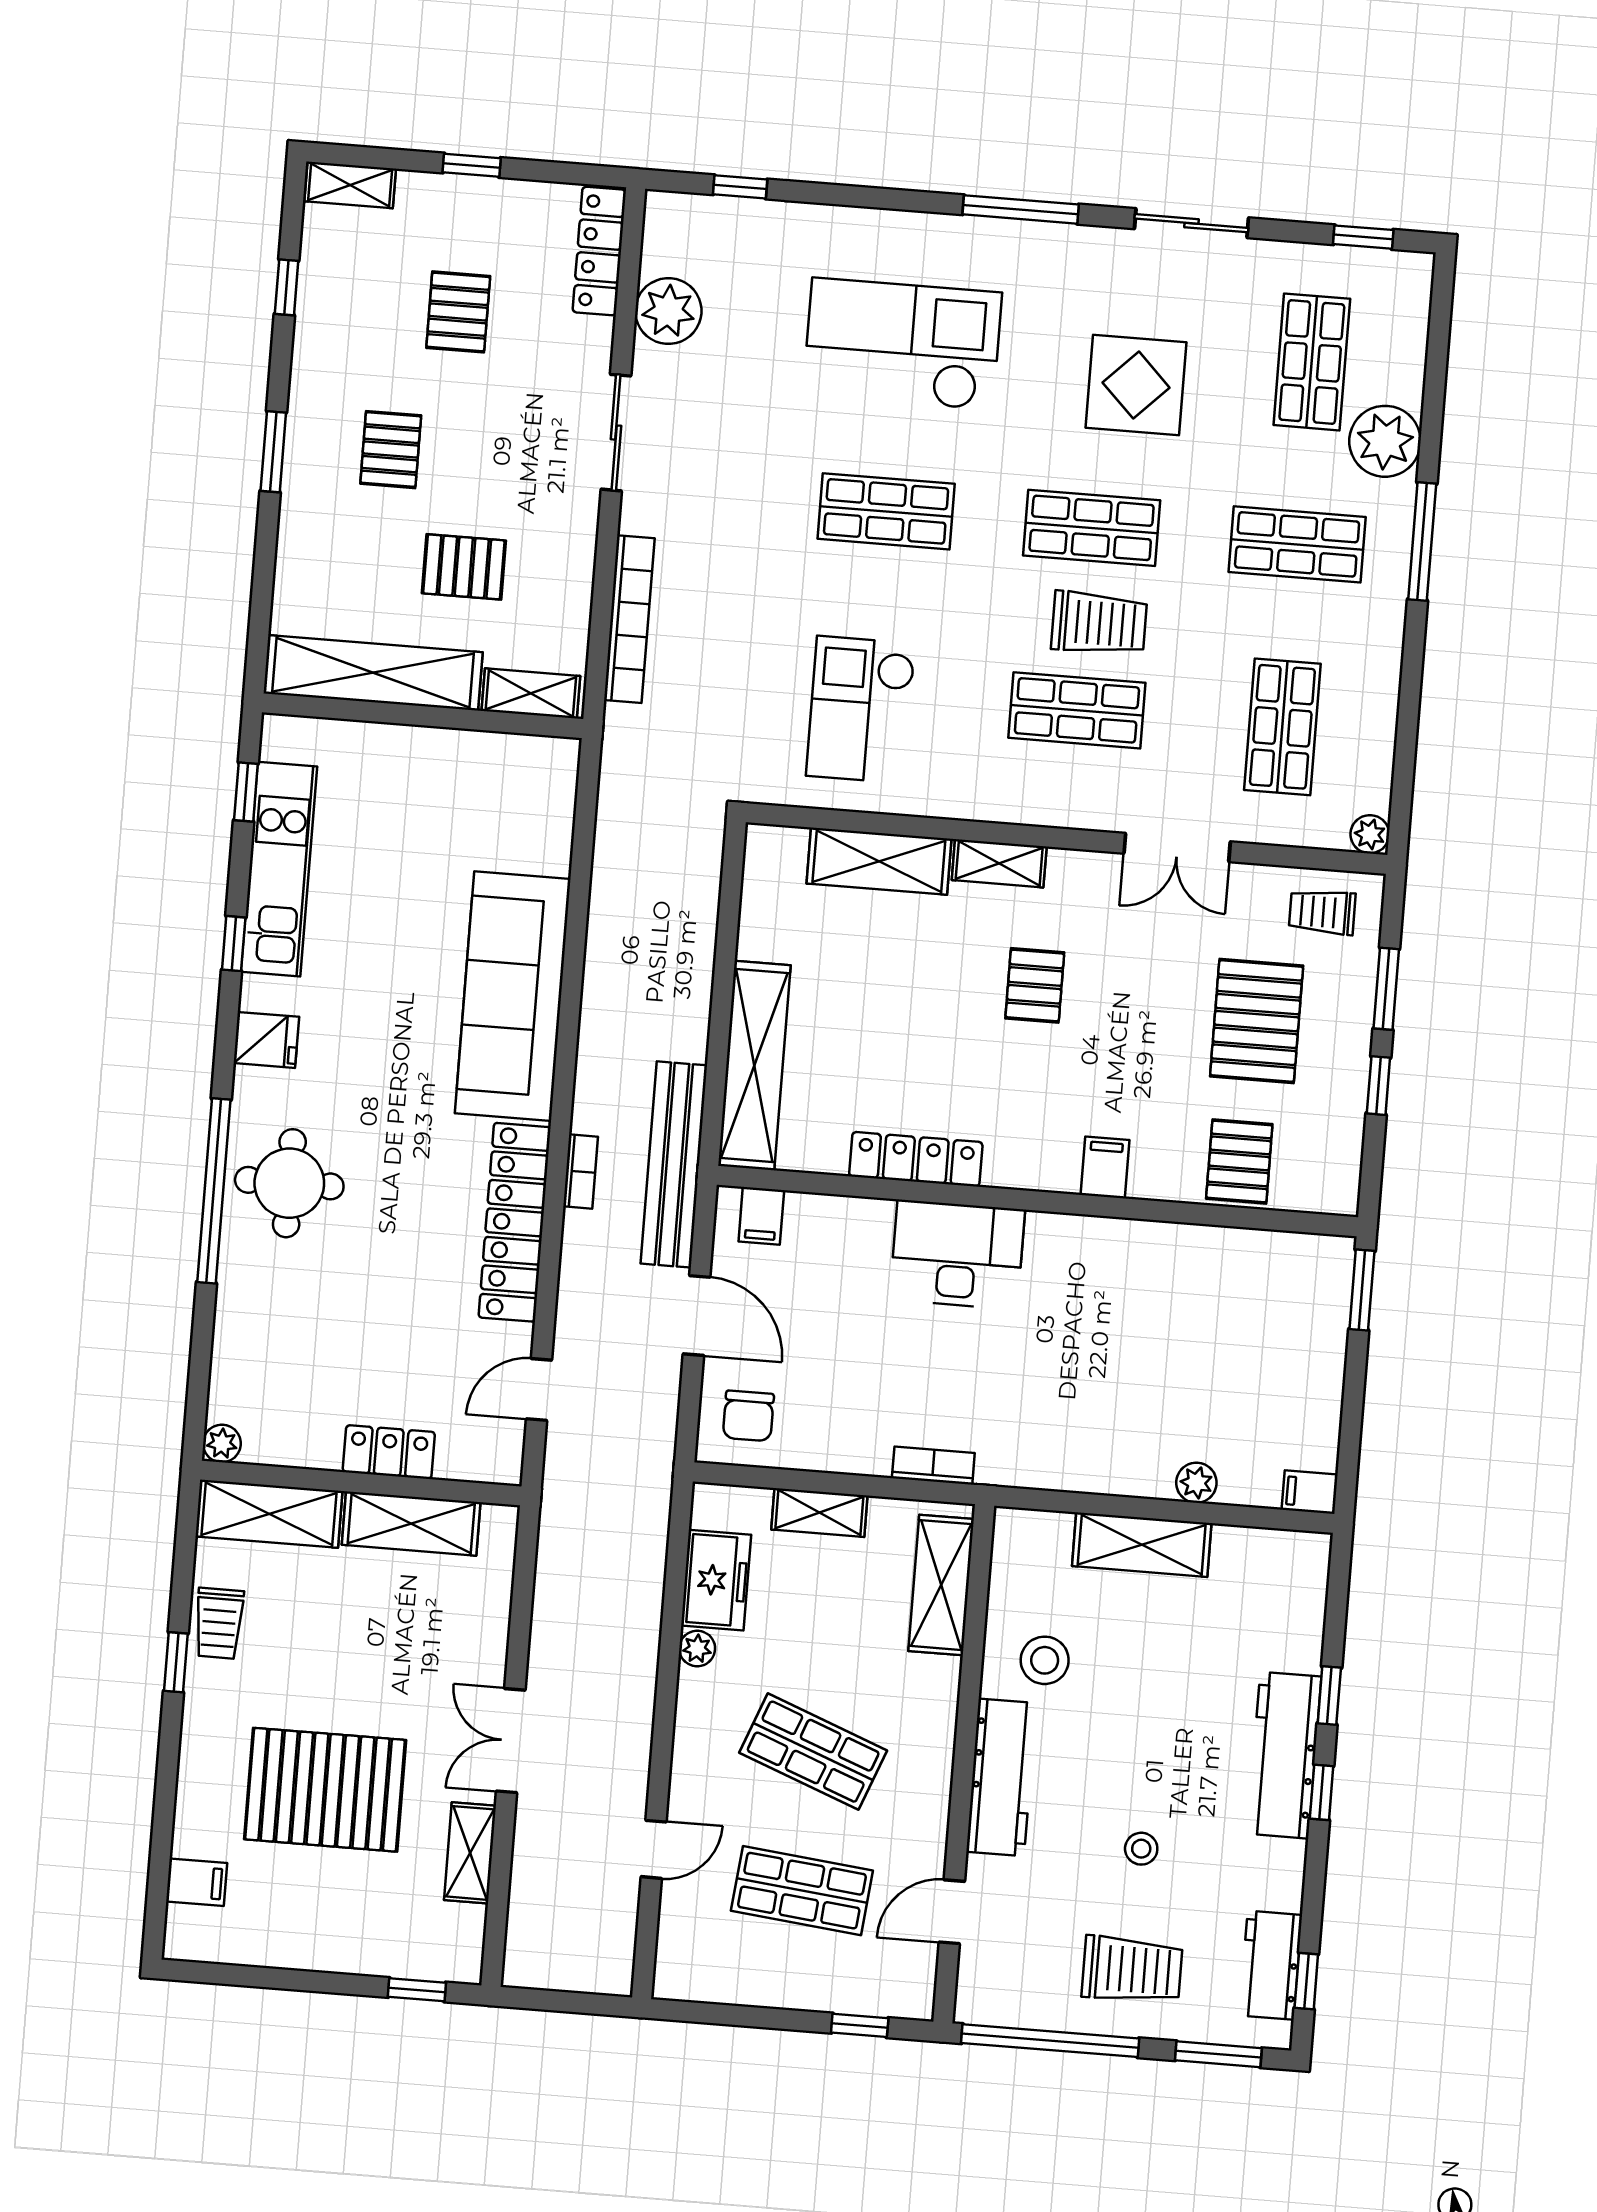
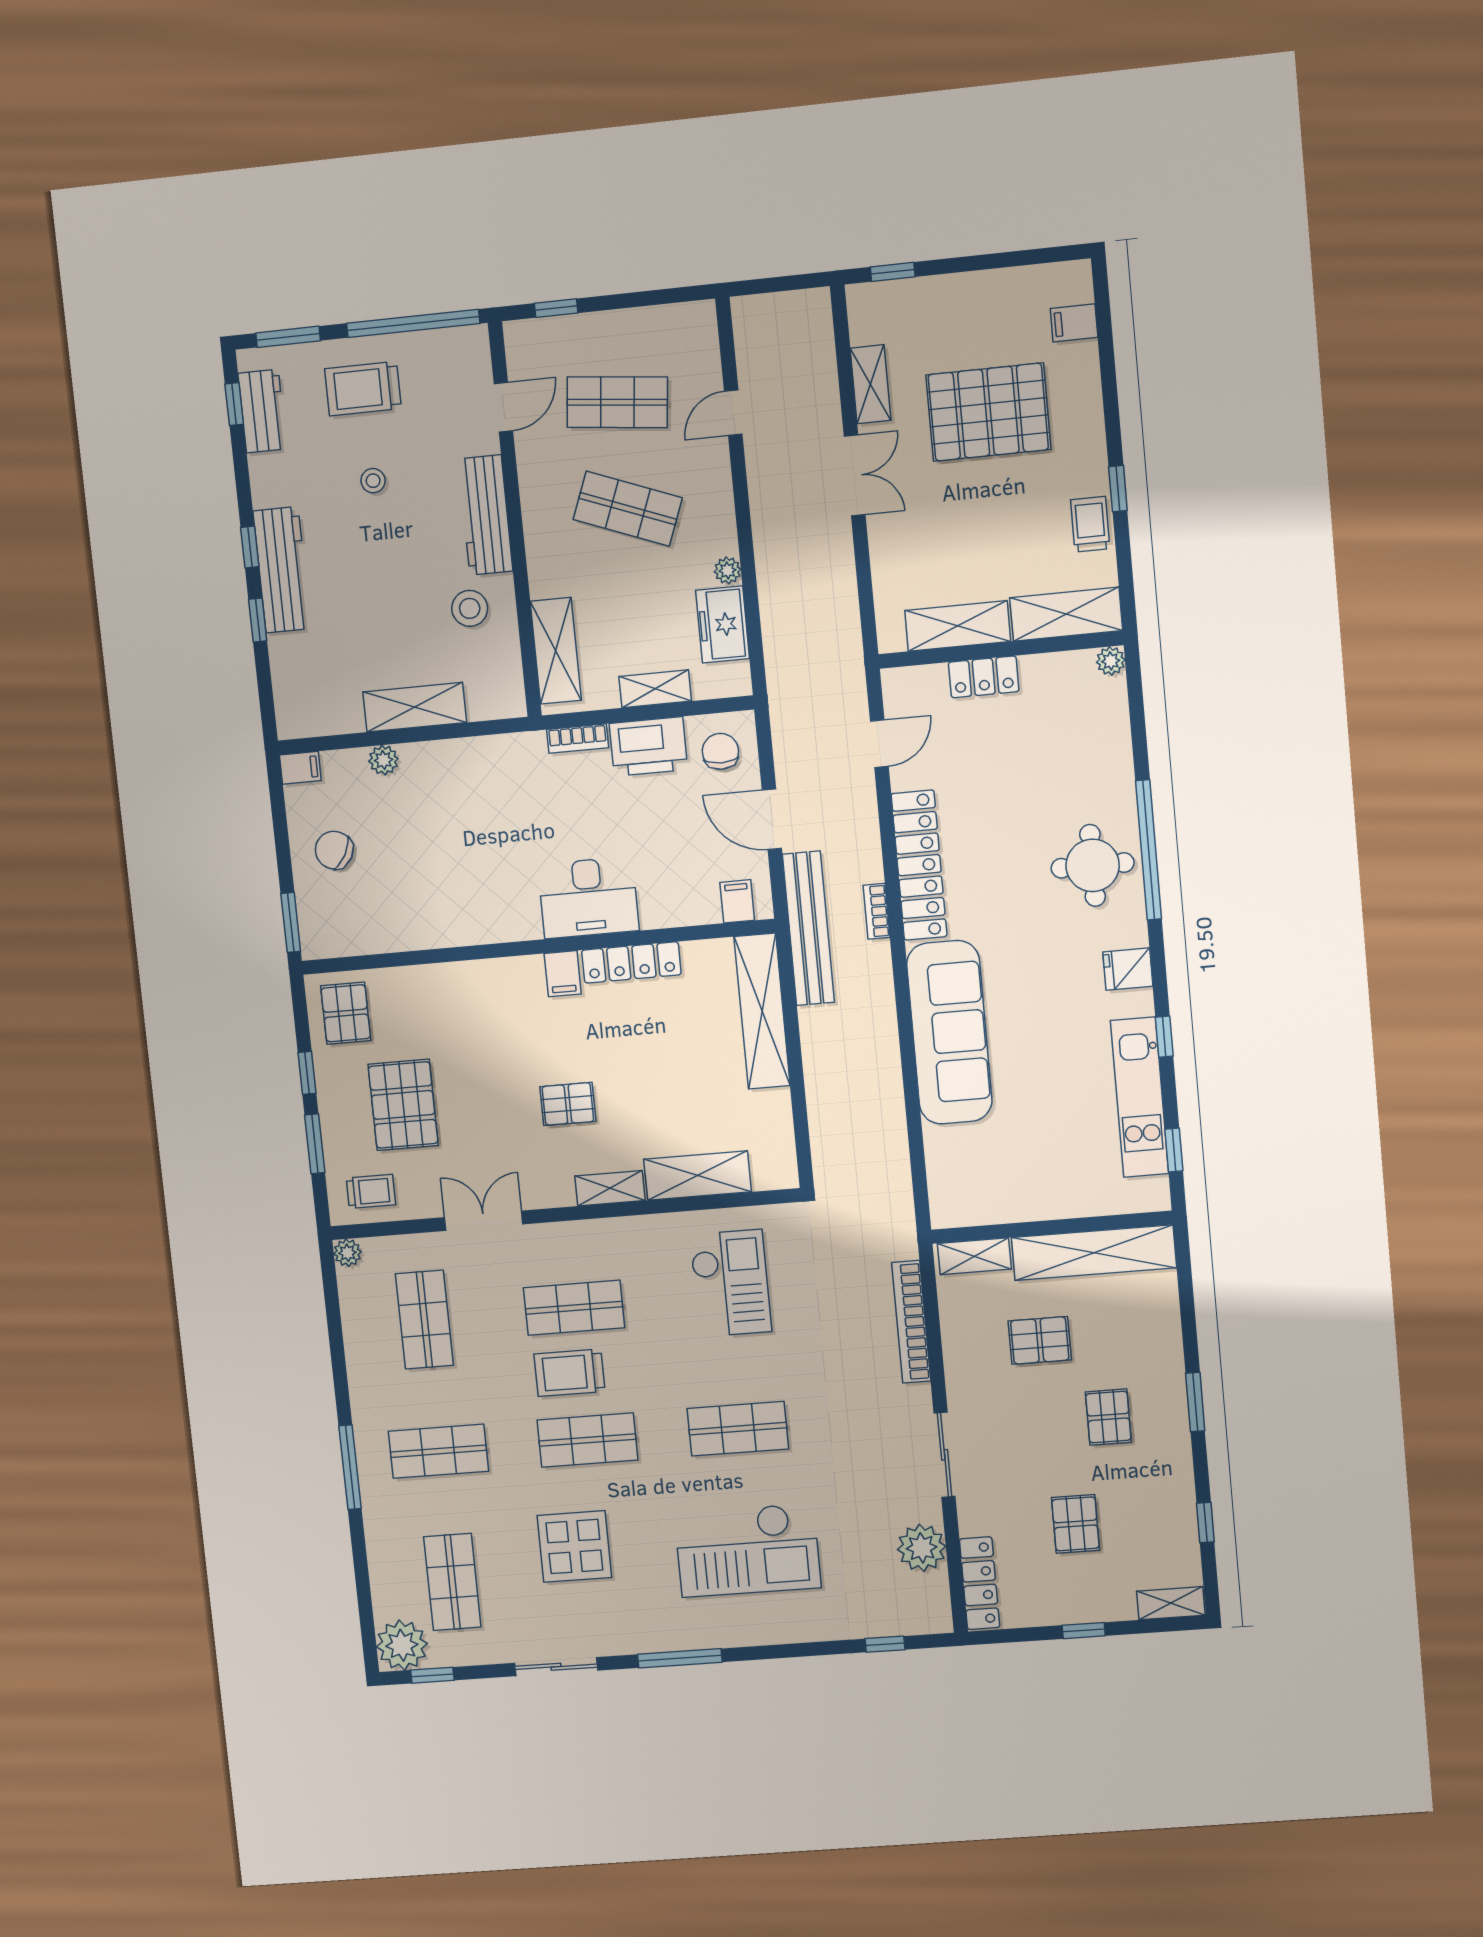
plant: (1385, 441) -> (402, 1645), moved
pallet: (1035, 985) -> (568, 1104), turned 90
pallet: (1239, 1161) -> (346, 1013), moved
filing cabinet: (1105, 1167) -> (563, 974), moved
chair: (1285, 1376) -> (334, 850), added
printer: (842, 1439) -> (648, 747), added

